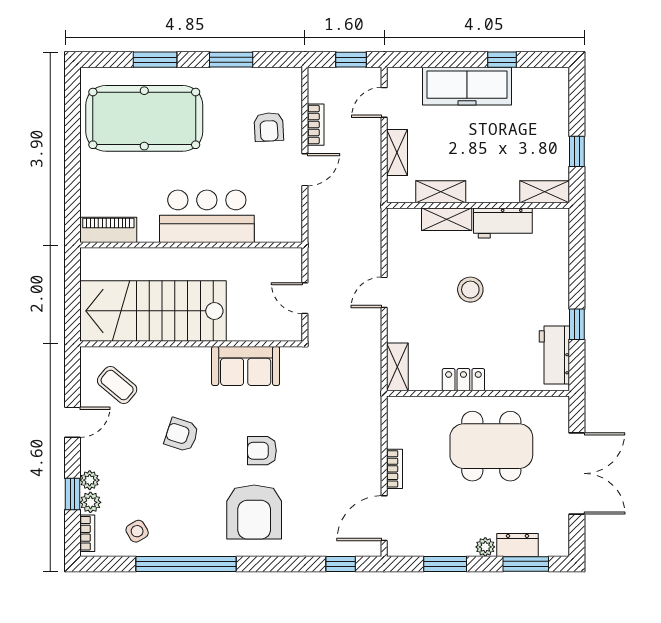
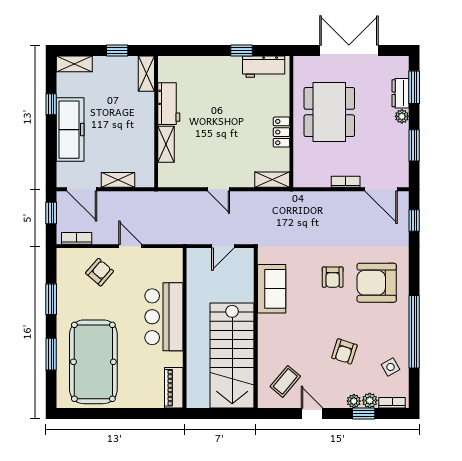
door: (384, 102) -> (82, 189), width x1.38
bookcase: (316, 125) -> (77, 238), moved
armchair: (269, 127) -> (100, 272), turned -46
shelving: (441, 192) -> (74, 64), moved, turned 90
stool: (470, 290) -> (217, 127), removed
armchair: (181, 435) -> (344, 351), moved
armchair: (254, 512) -> (377, 283), turned 180

